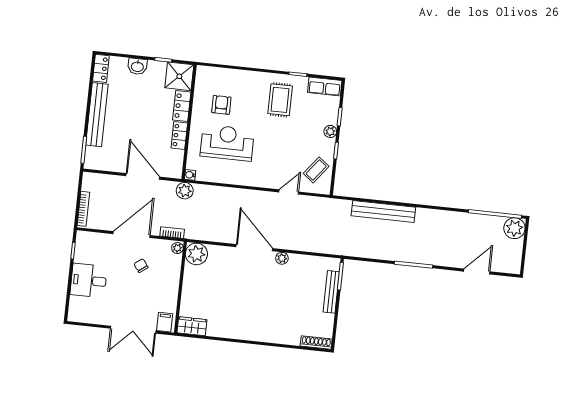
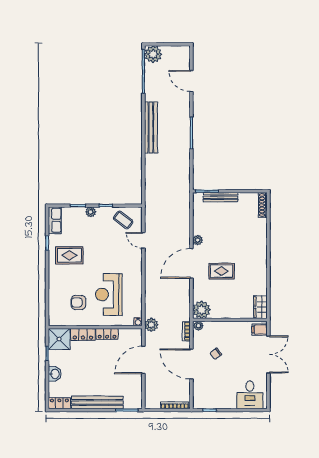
bench: (383, 211) -> (151, 127), moved
desk: (89, 280) -> (250, 395), moved
rug: (241, 283) -> (222, 271), added

